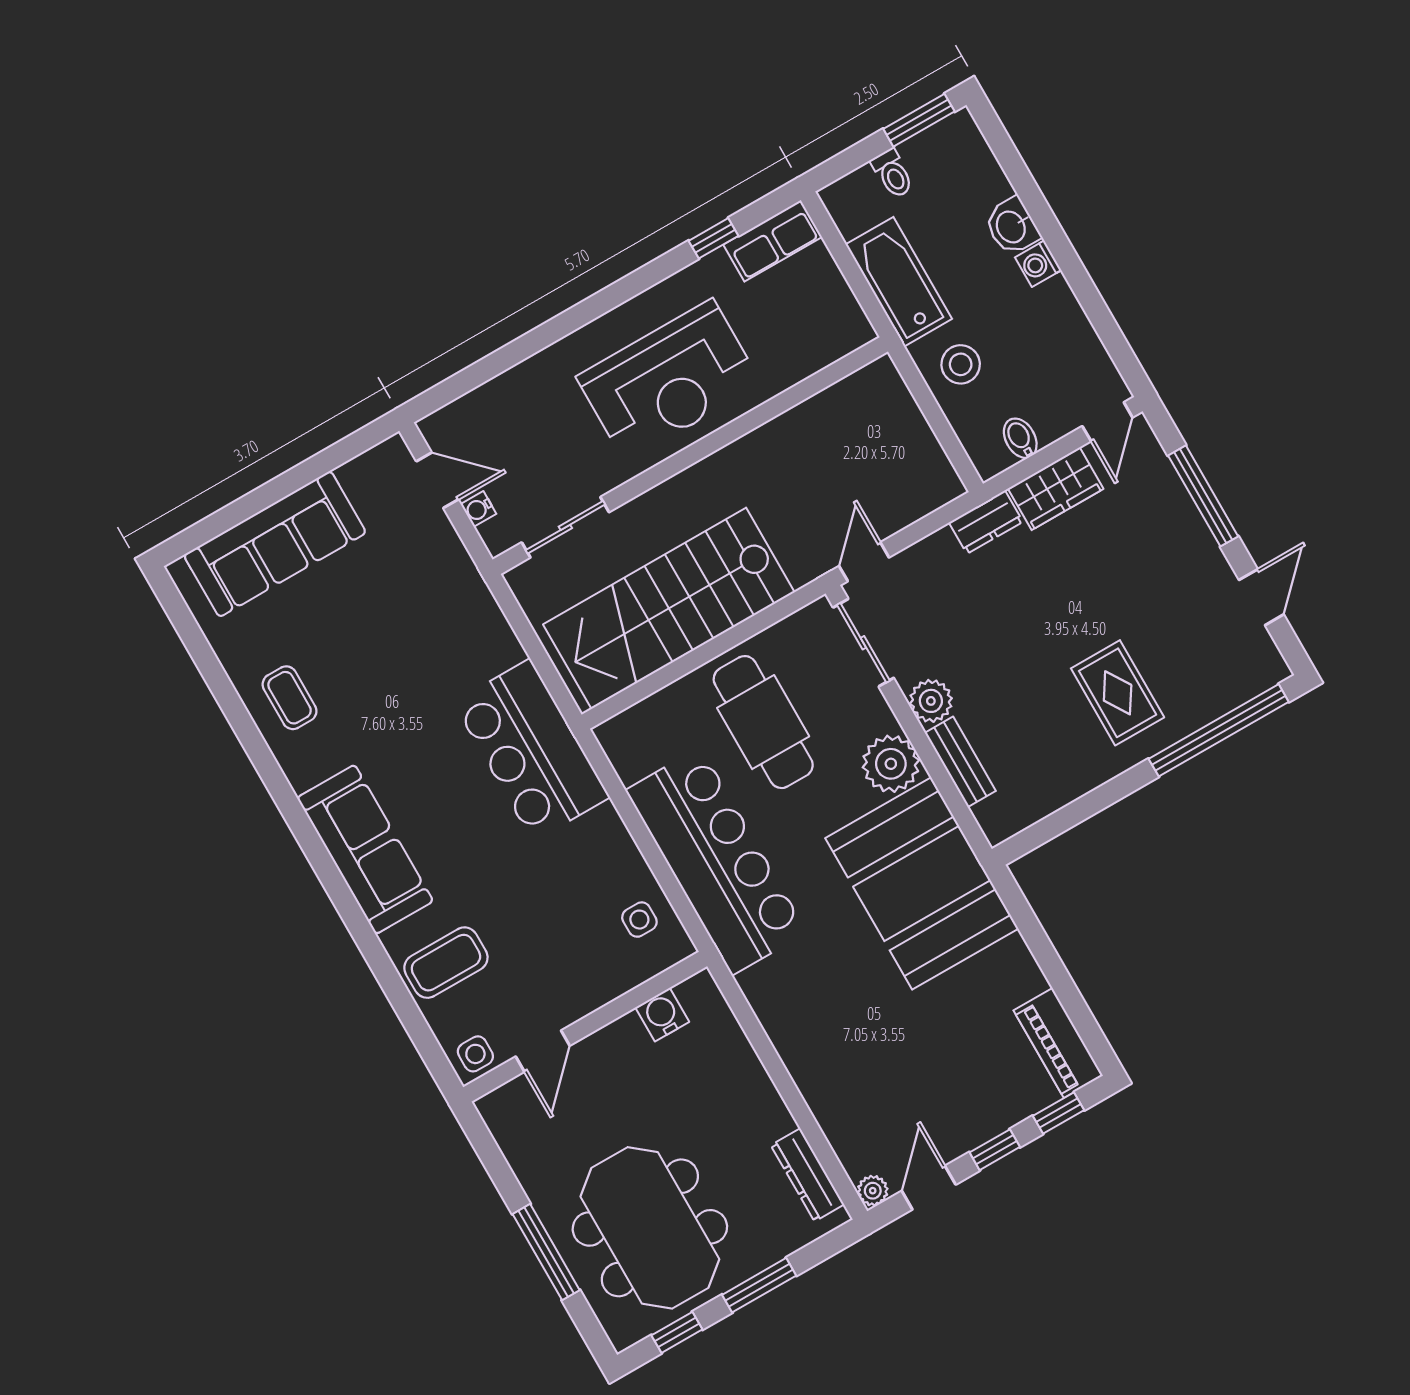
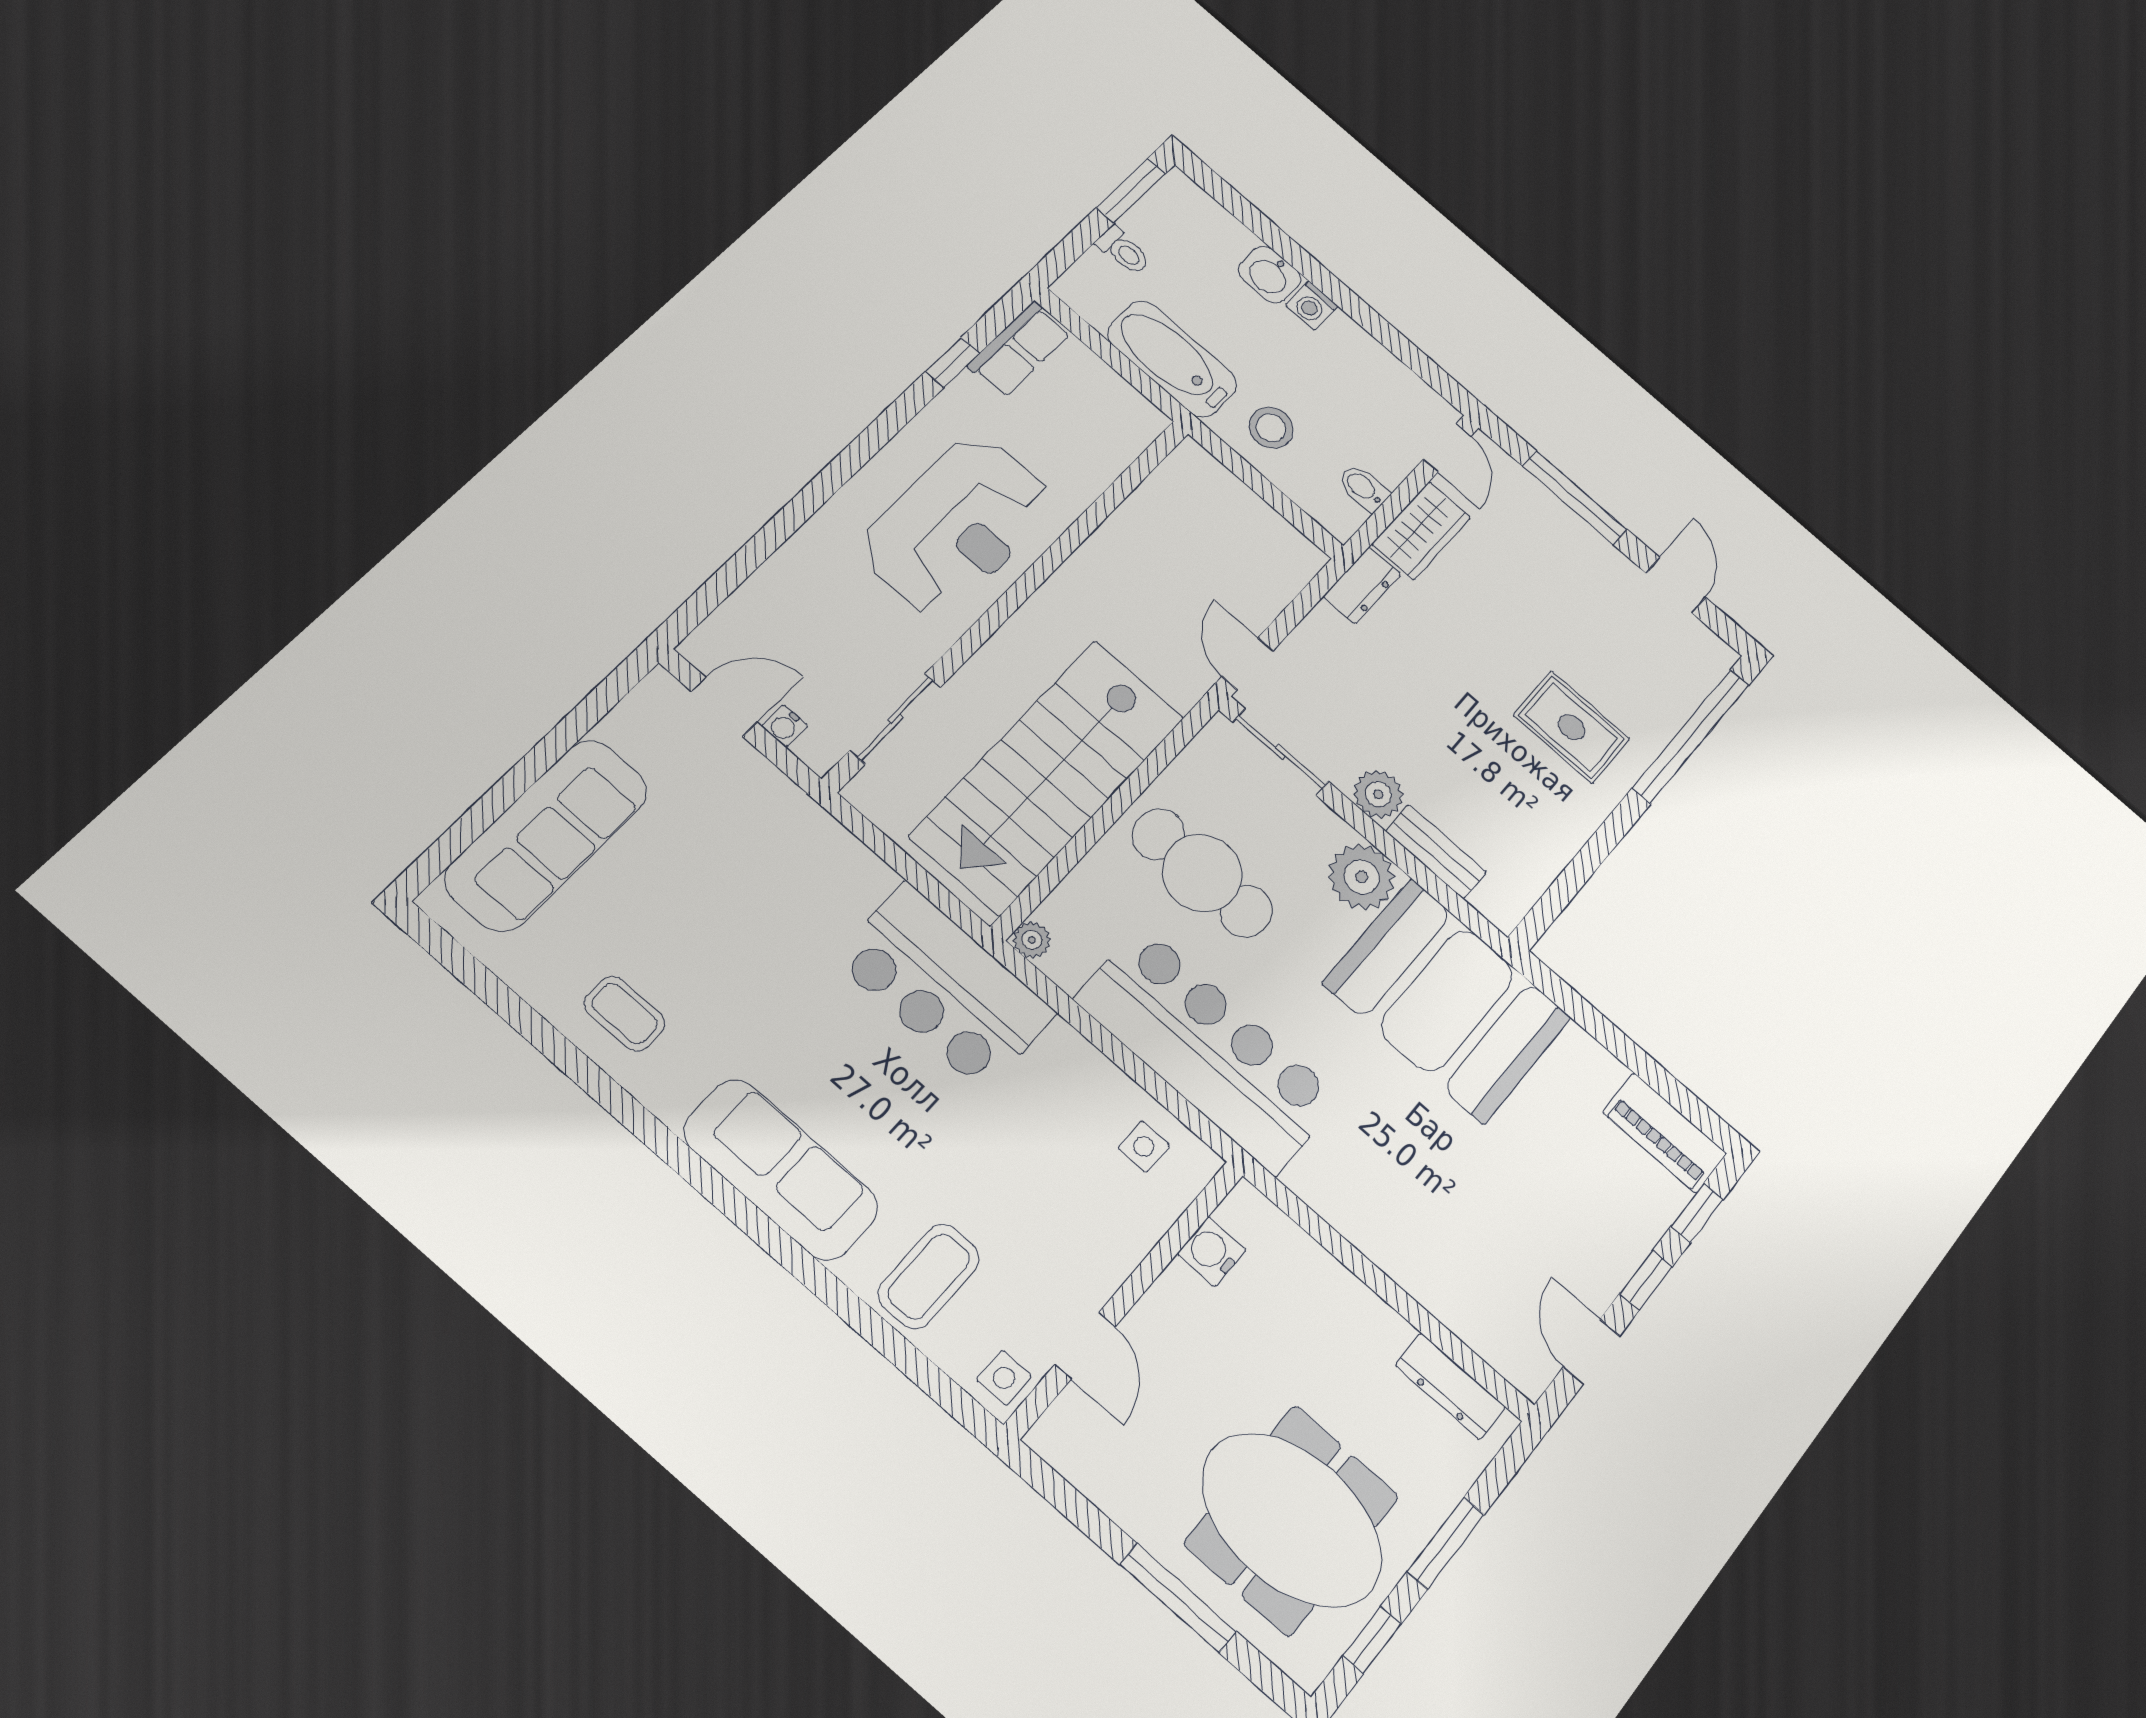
plant: (873, 1191) -> (1032, 940), moved

